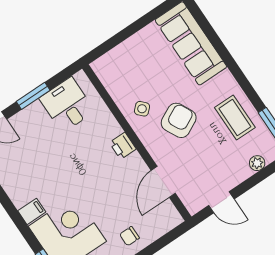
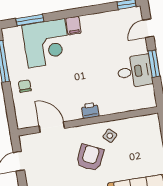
desk: (67, 105) -> (135, 71), moved
armchair: (179, 120) -> (90, 158), turned -128

